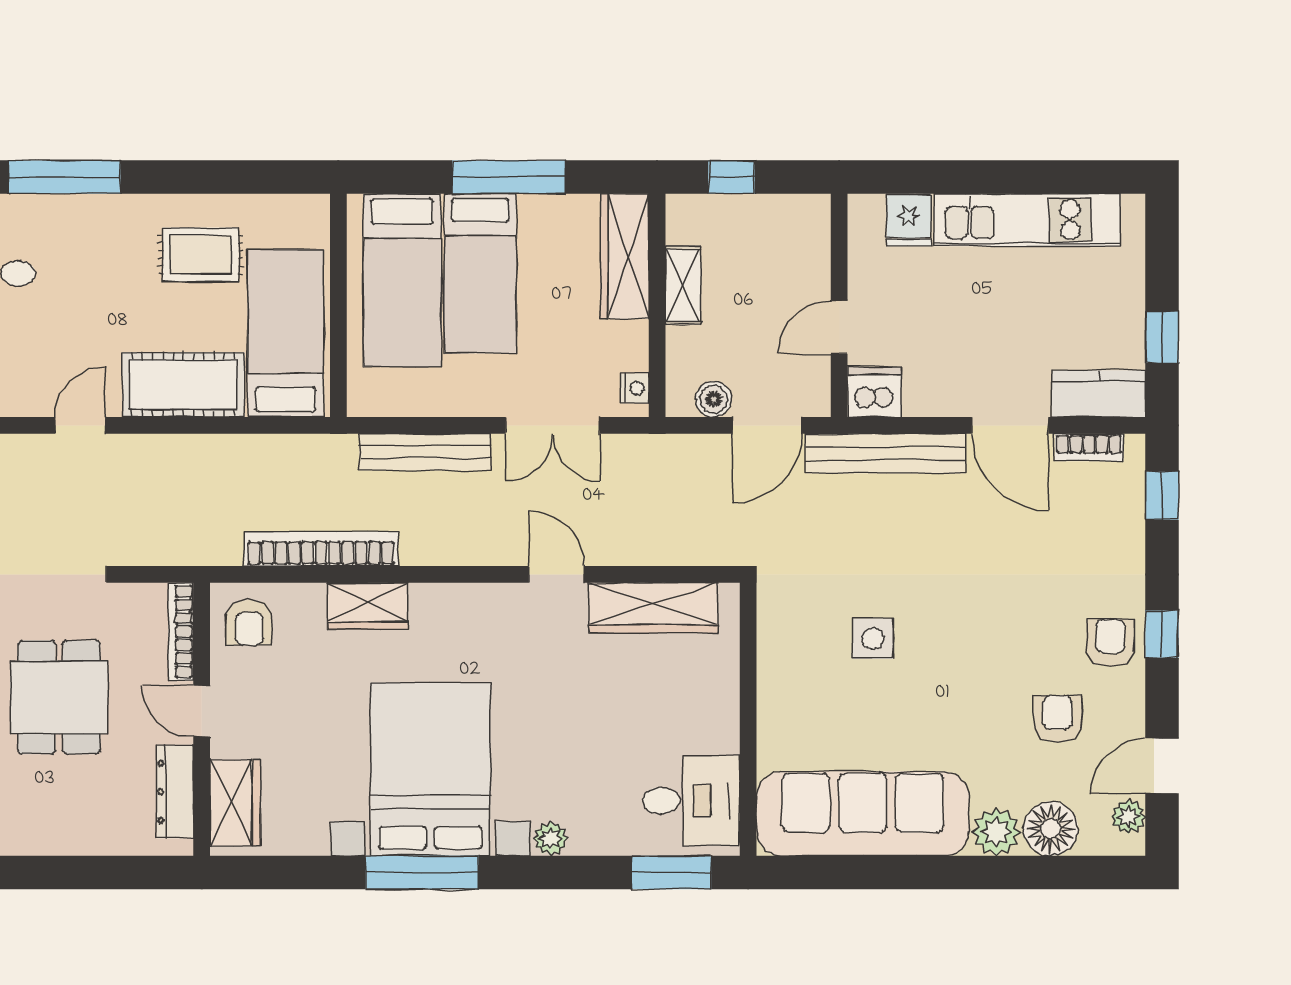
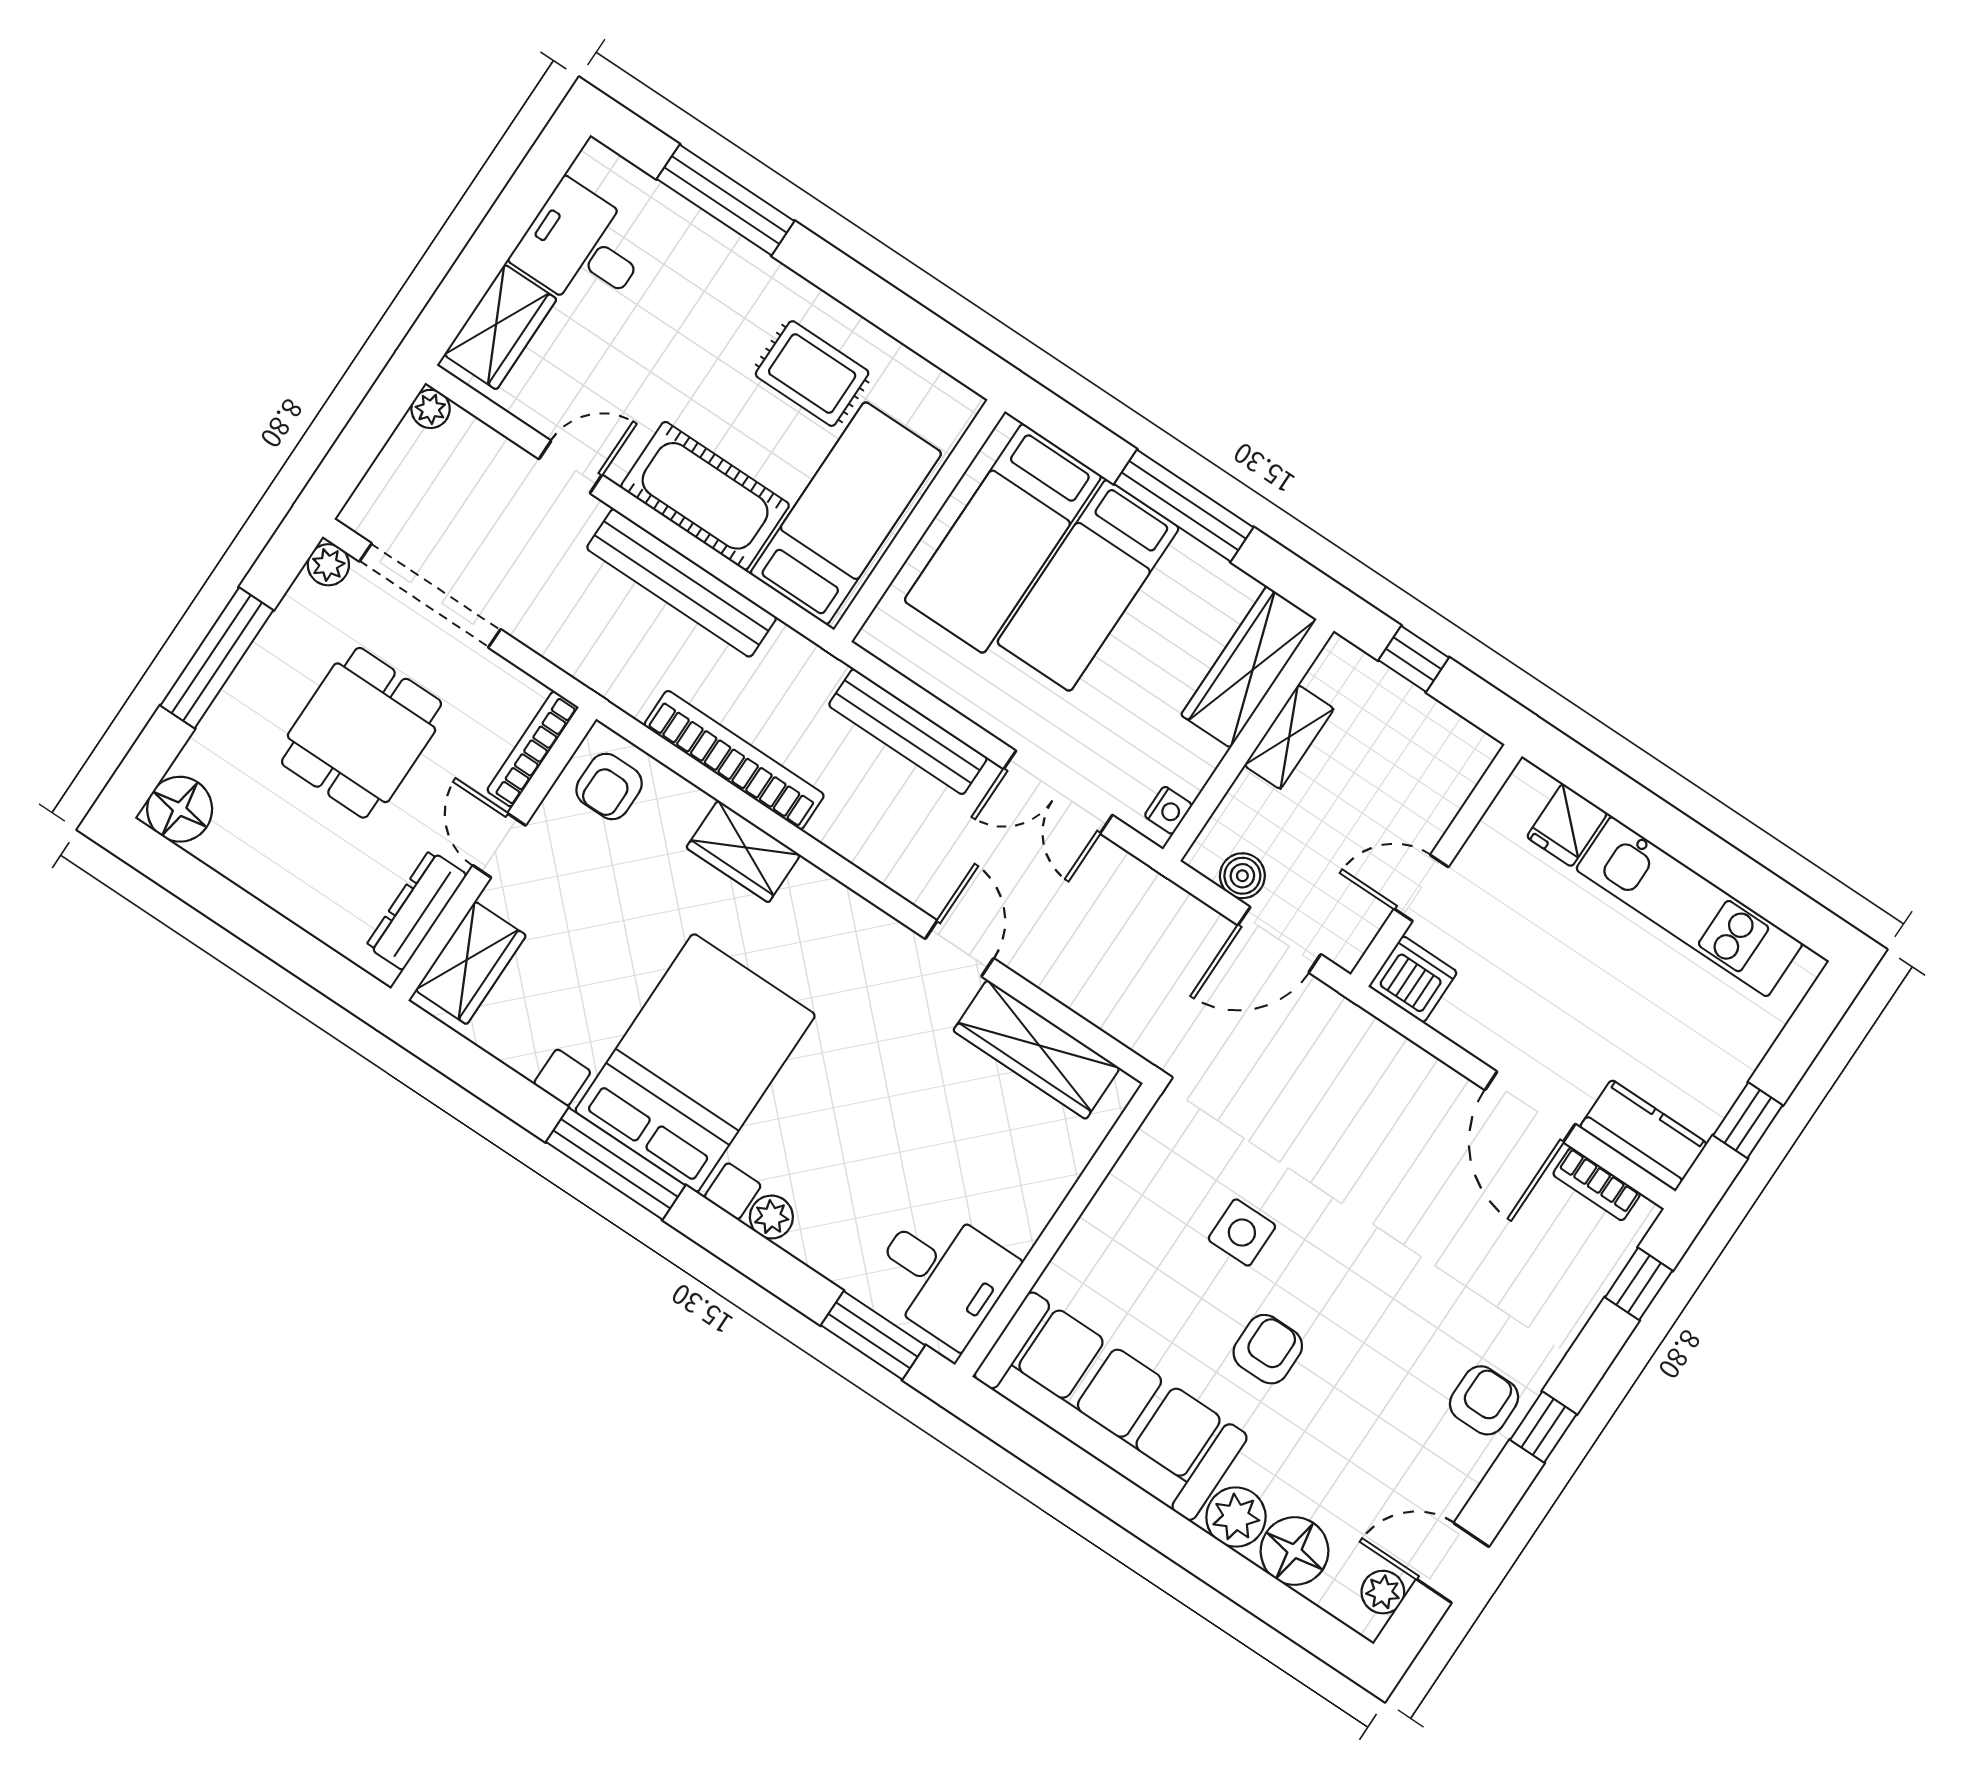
bench: (886, 454) -> (682, 583), moved
armchair: (1057, 719) -> (1268, 1349), moved

